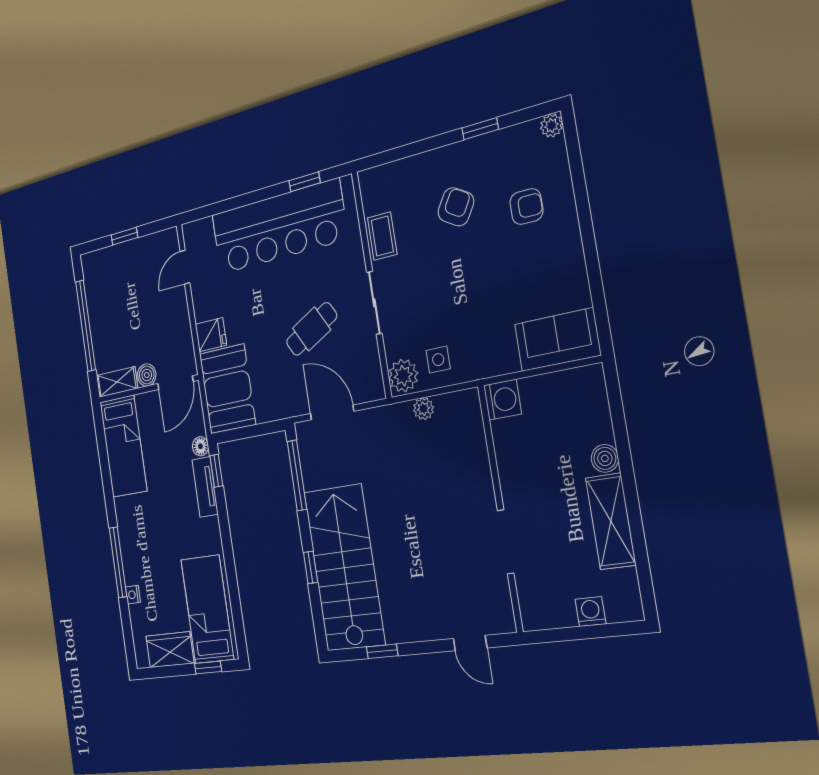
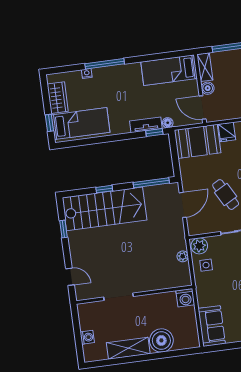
boiler: (605, 458) -> (161, 340), width x1.86, depth x1.86
door: (470, 643) -> (70, 277), swing flipped

